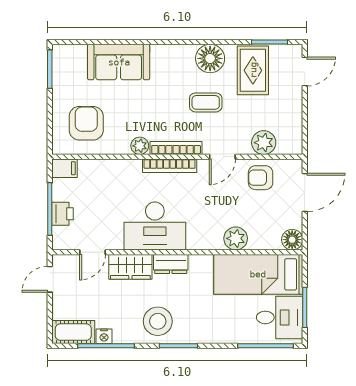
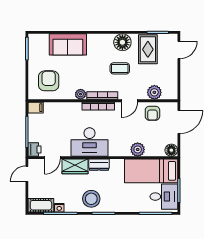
armchair: (261, 178) -> (152, 113), turned -90
printer: (63, 214) -> (35, 150), moved

